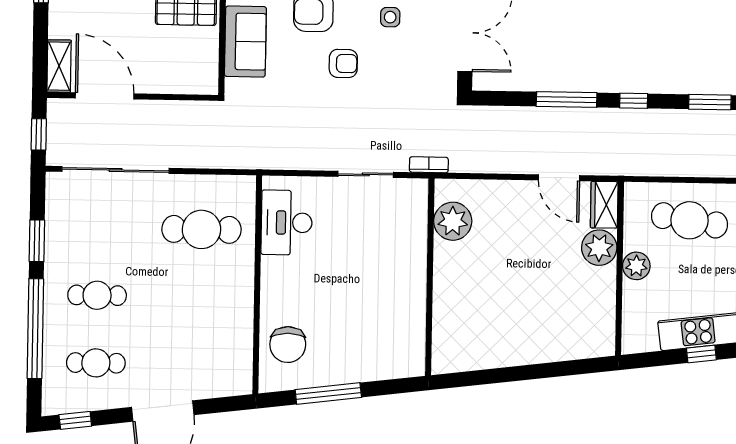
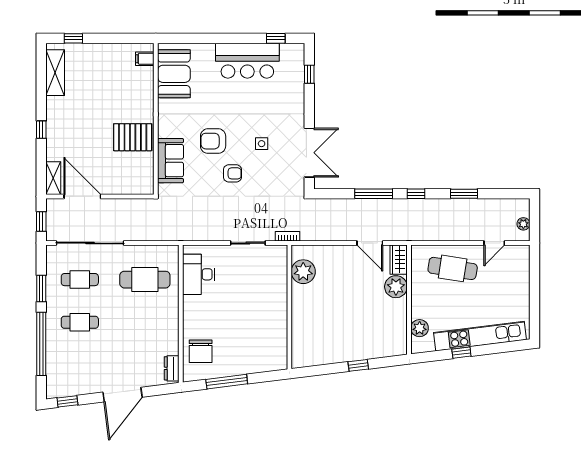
plant: (636, 266) -> (420, 328), moved
cafe table: (96, 363) -> (80, 280), moved
dresser: (241, 371) -> (172, 368), added
window: (537, 371) -> (358, 365), added

